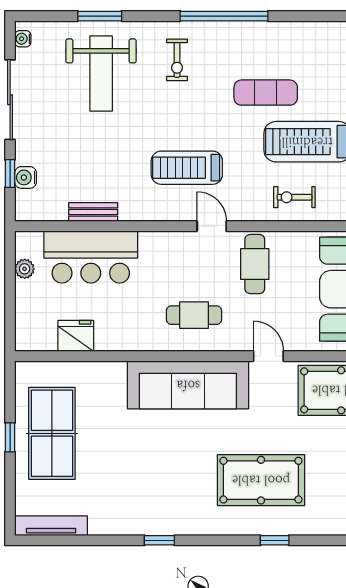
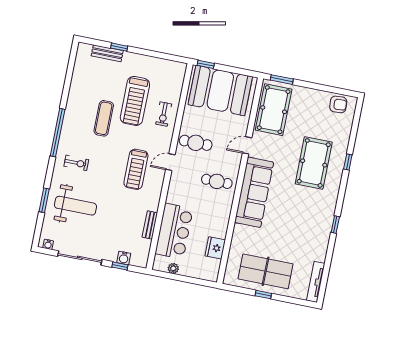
cafe table: (194, 315) -> (217, 181), turned 90

